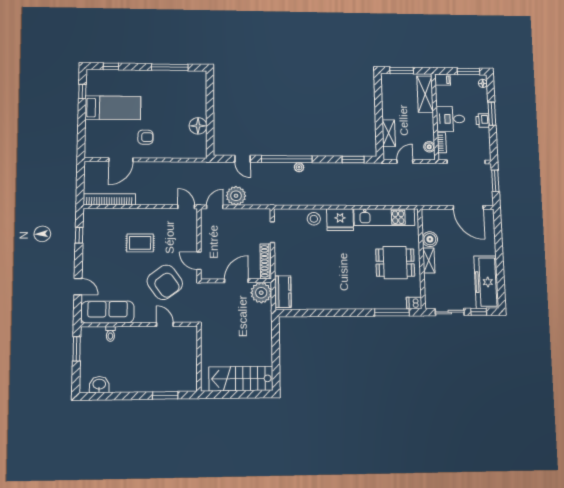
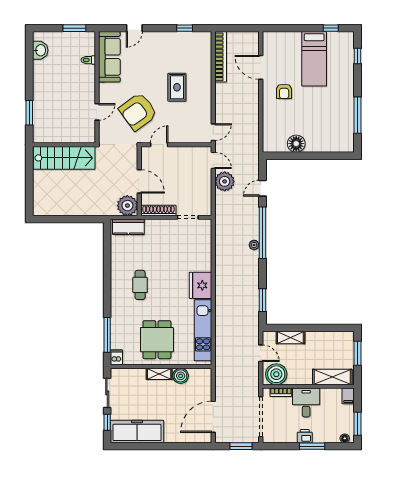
boiler: (429, 147) -> (276, 374), width x1.86, depth x1.86
stool: (314, 219) -> (201, 259), removed
cafe table: (341, 280) -> (140, 285), added
stairs: (241, 379) -> (64, 158), moved, turned 90

